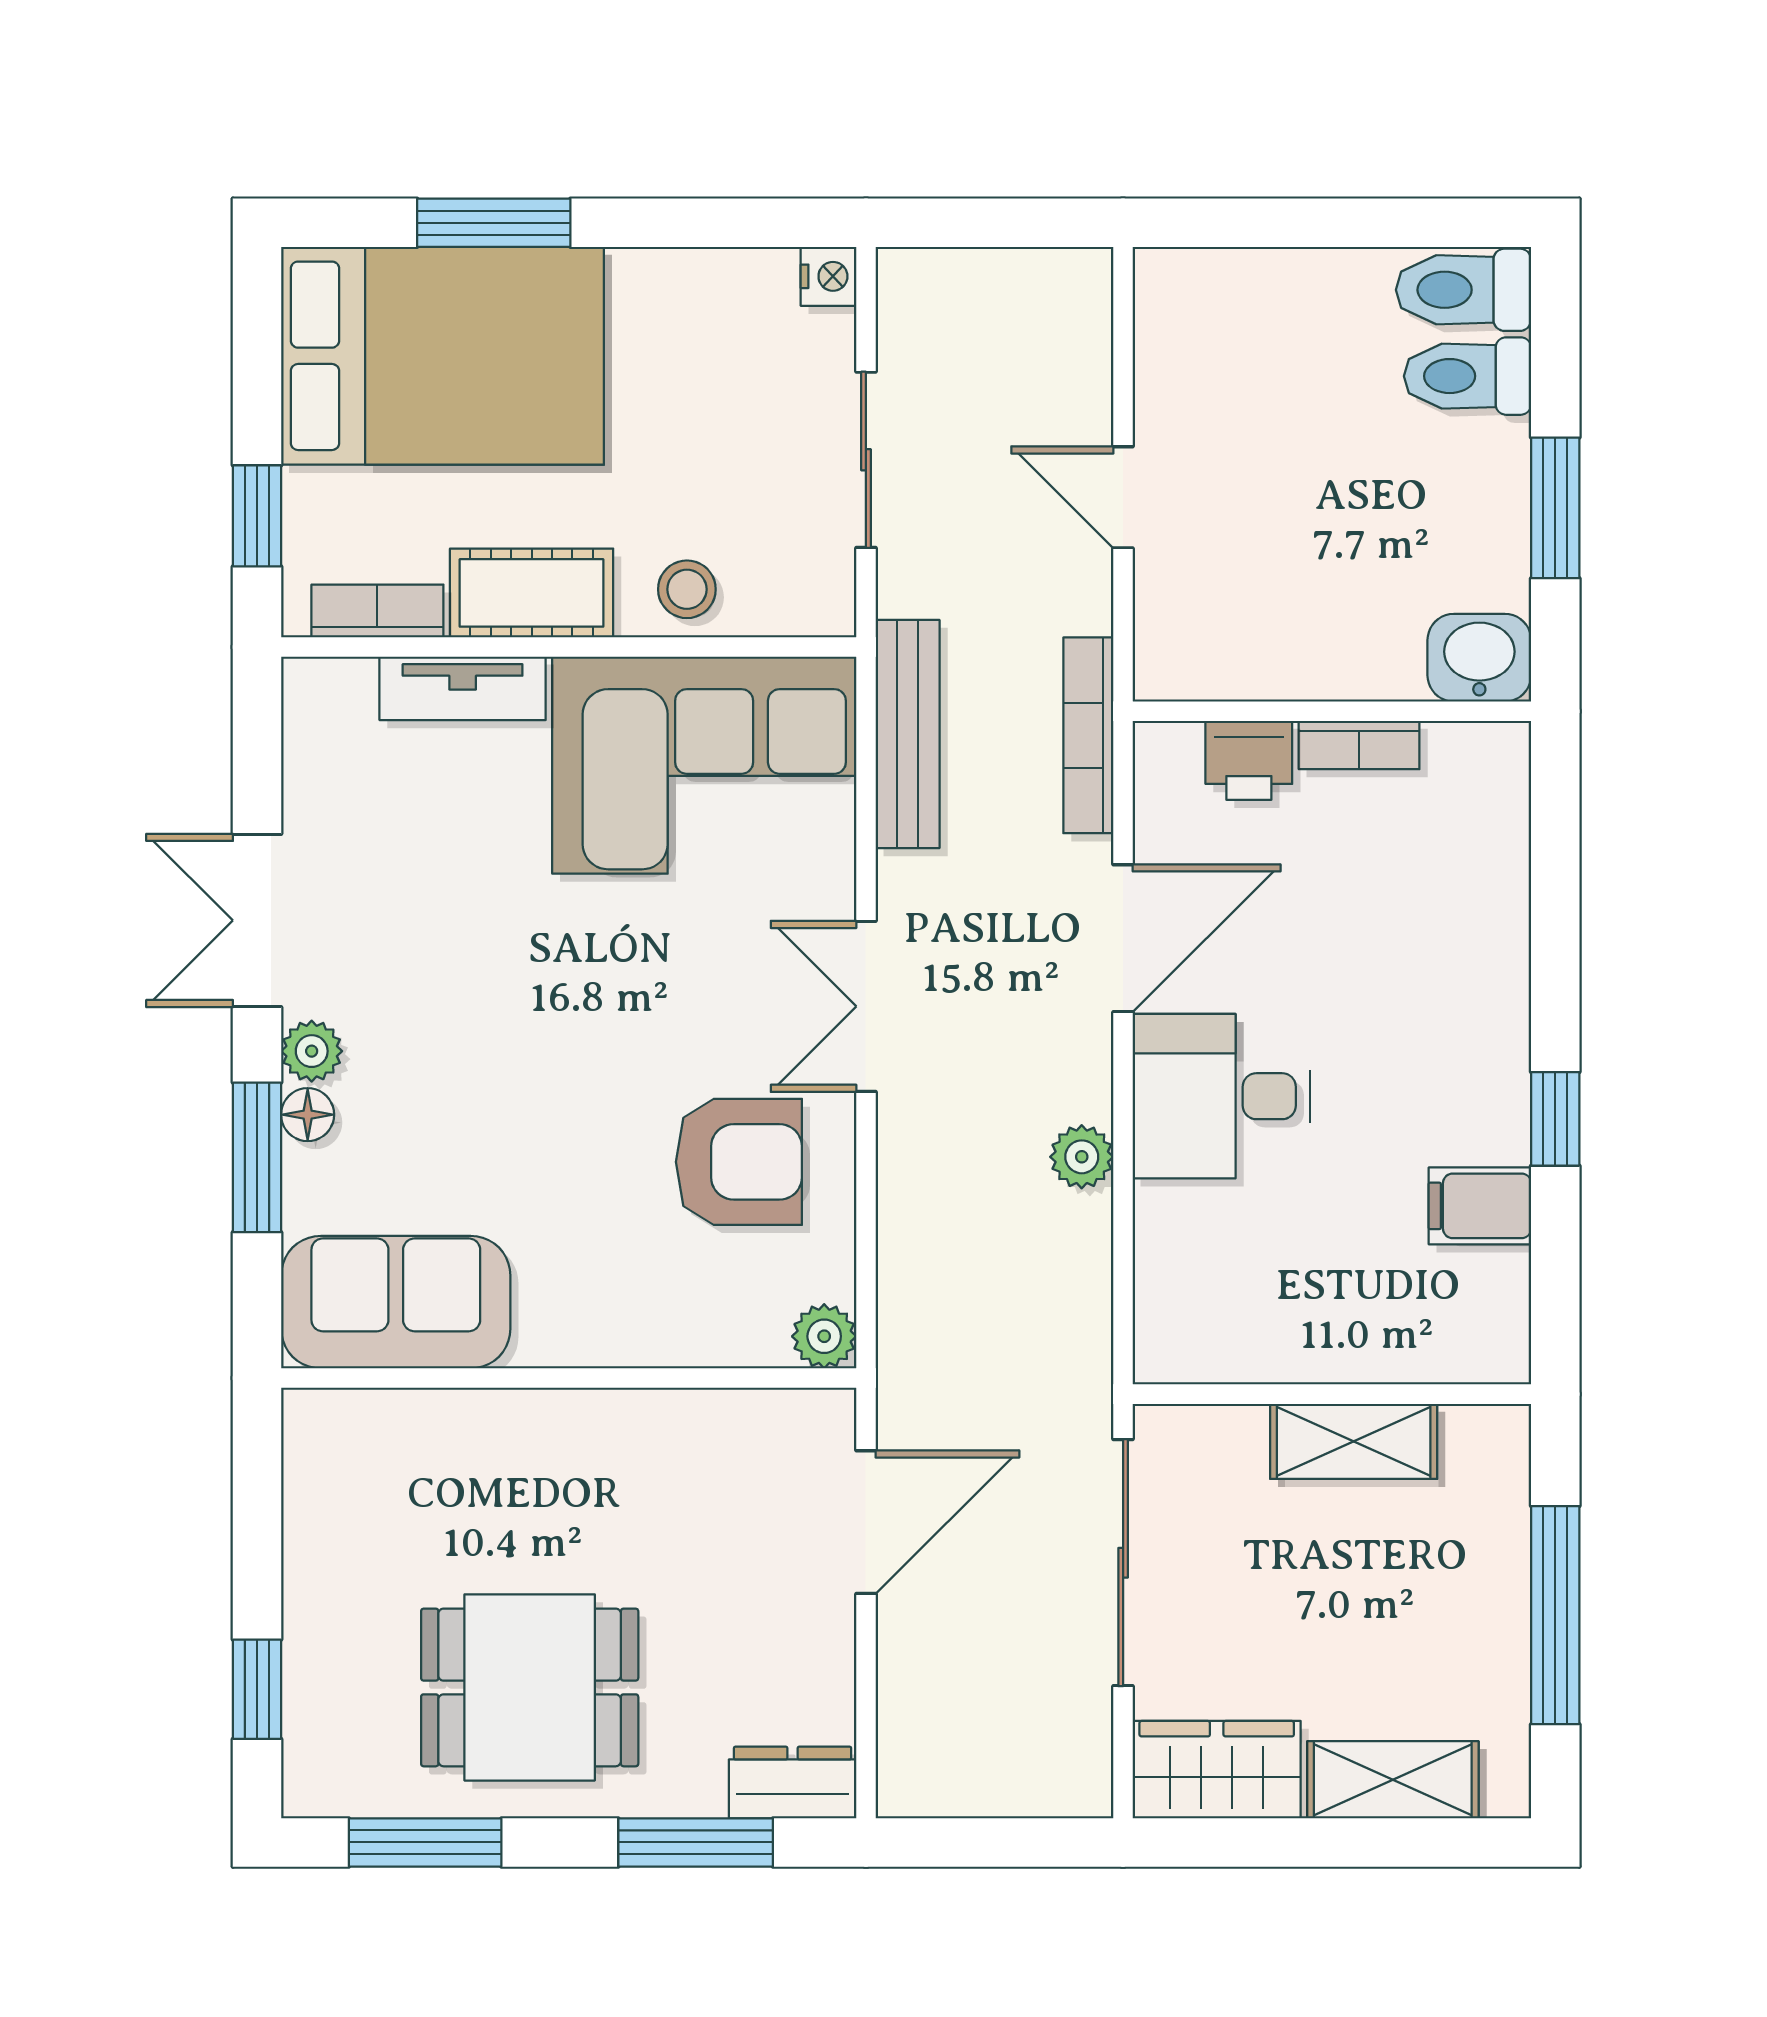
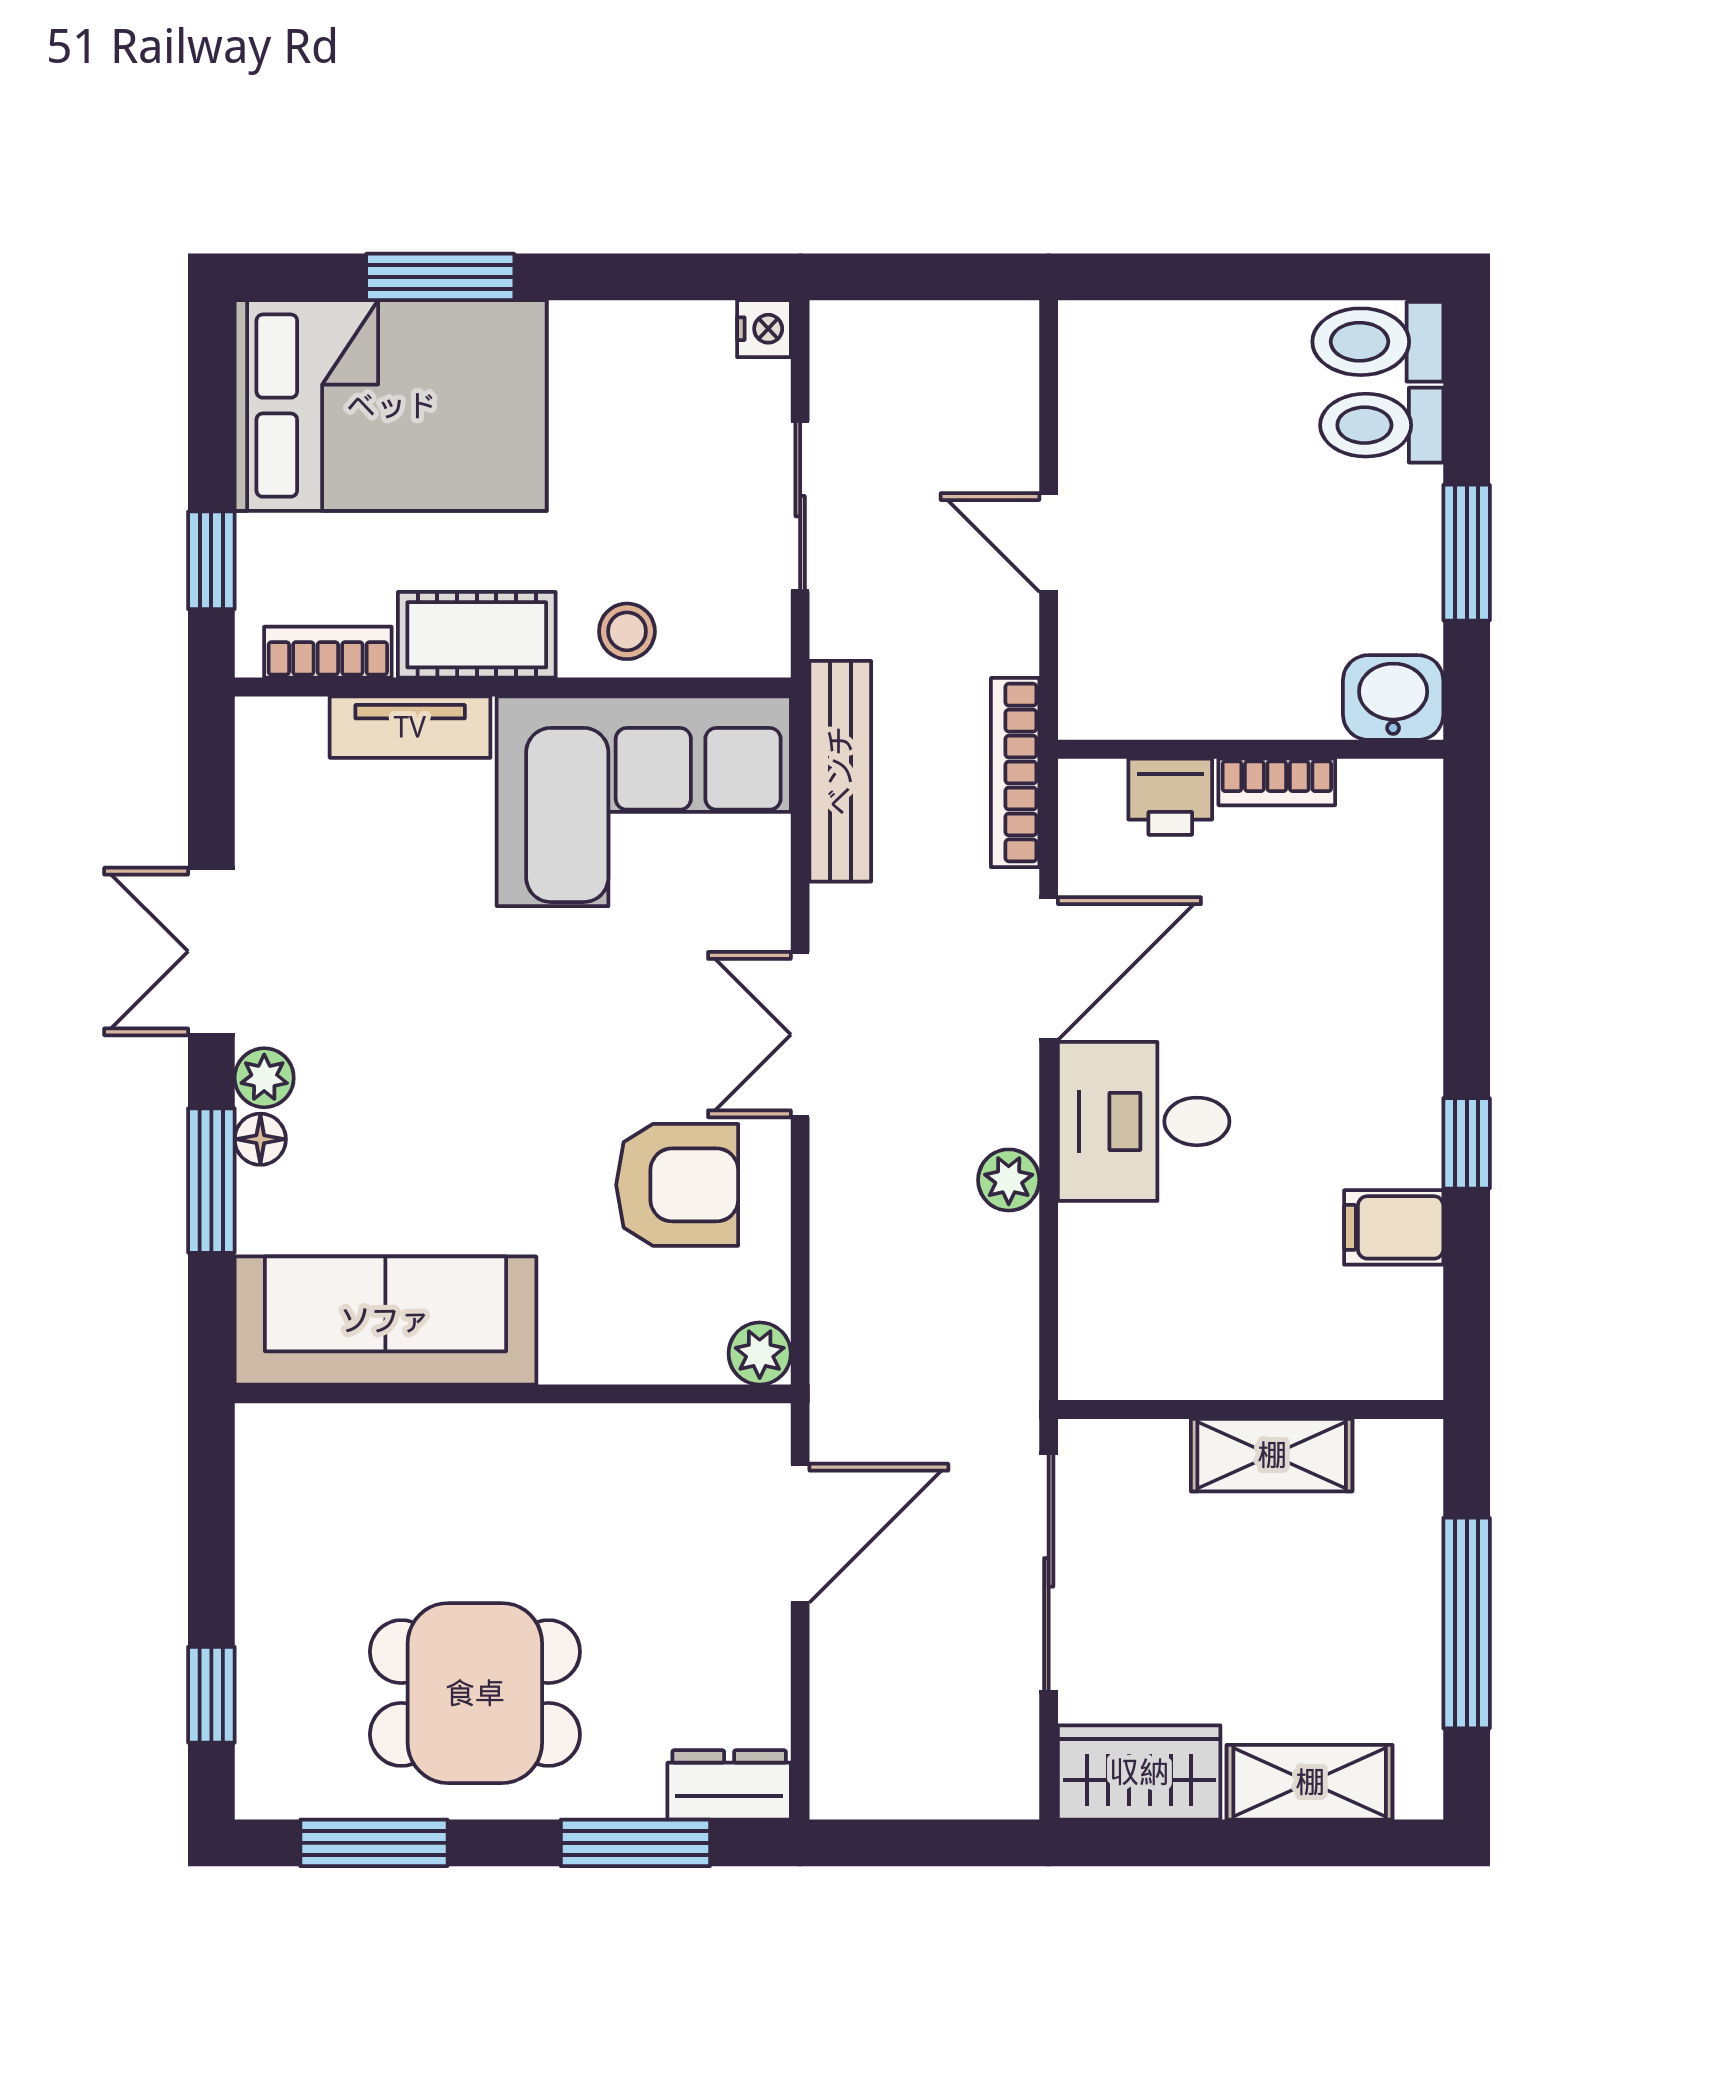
sofa: (396, 1302) -> (385, 1320), width x1.36

